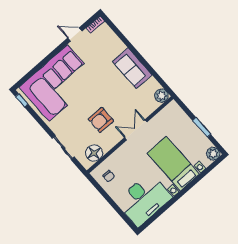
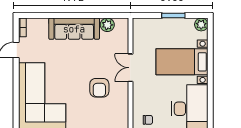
sofa: (132, 68) -> (74, 29), width x1.36
plant: (161, 96) -> (107, 25), moved
floor lamp: (94, 153) -> (120, 115), removed

